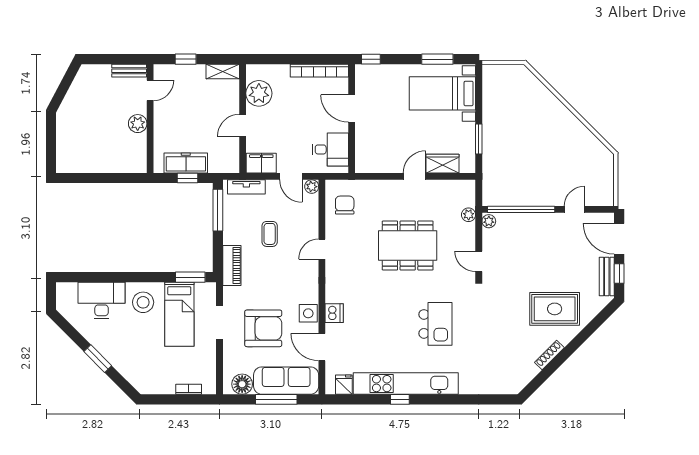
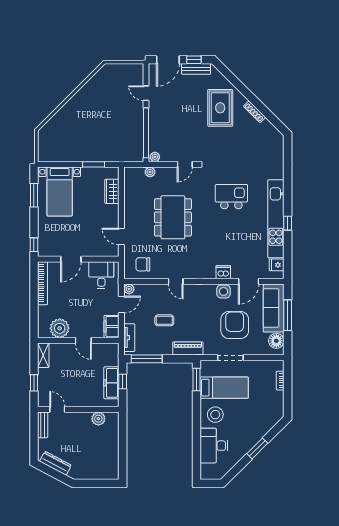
dresser: (78, 88) -> (55, 463), added
plant: (138, 124) -> (98, 419), moved
door: (415, 176) -> (121, 237), moved

